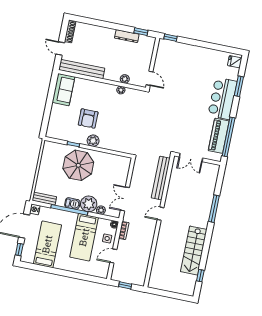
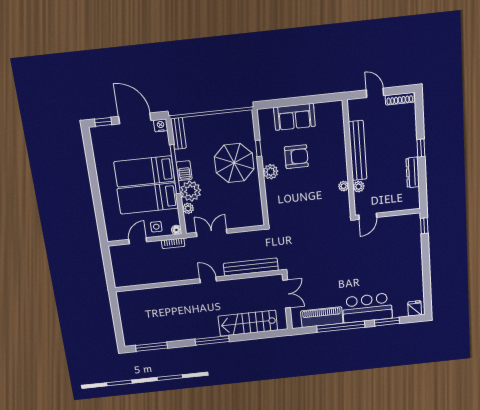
window: (141, 32) -> (421, 148), moved
door: (60, 49) -> (375, 93), hinge flipped
bench: (82, 69) -> (358, 151), moved
sofa: (63, 90) -> (294, 117), moved
armchair: (88, 118) -> (296, 157), turned 180
window: (229, 137) -> (341, 327), moved
double door: (191, 157) -> (287, 294), swing flipped
window: (214, 209) -> (212, 340), moved
bed: (47, 244) -> (144, 171), moved, turned 180
stairs: (194, 251) -> (248, 323), moved
door: (113, 256) -> (138, 241), hinge flipped
window: (200, 276) -> (152, 347), width x2.17
window: (125, 285) -> (108, 266), removed

